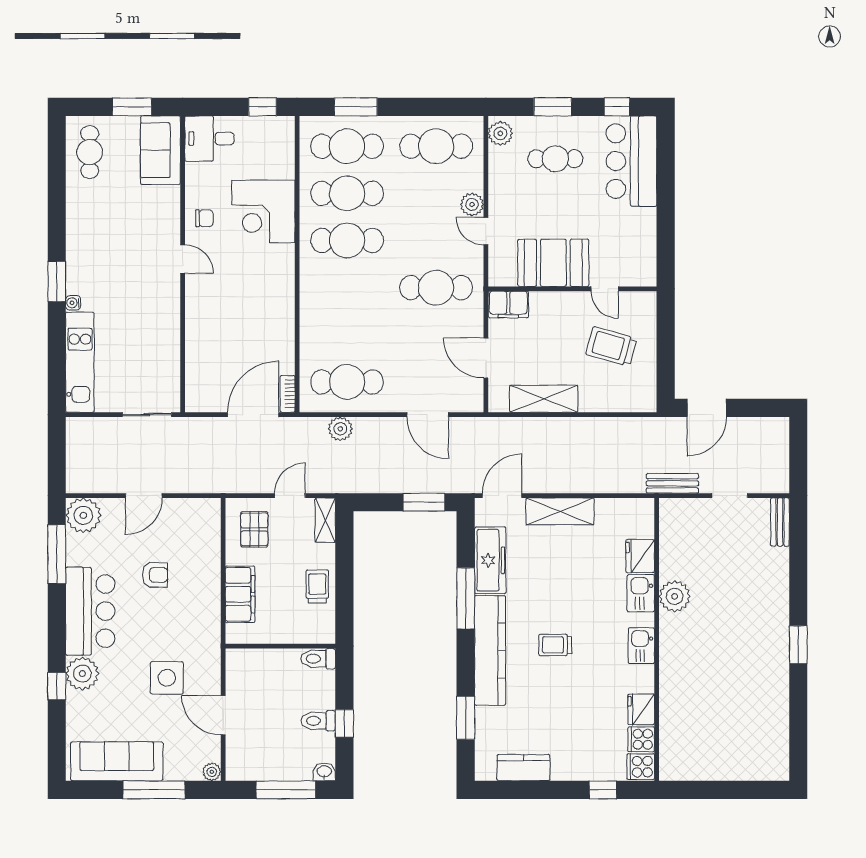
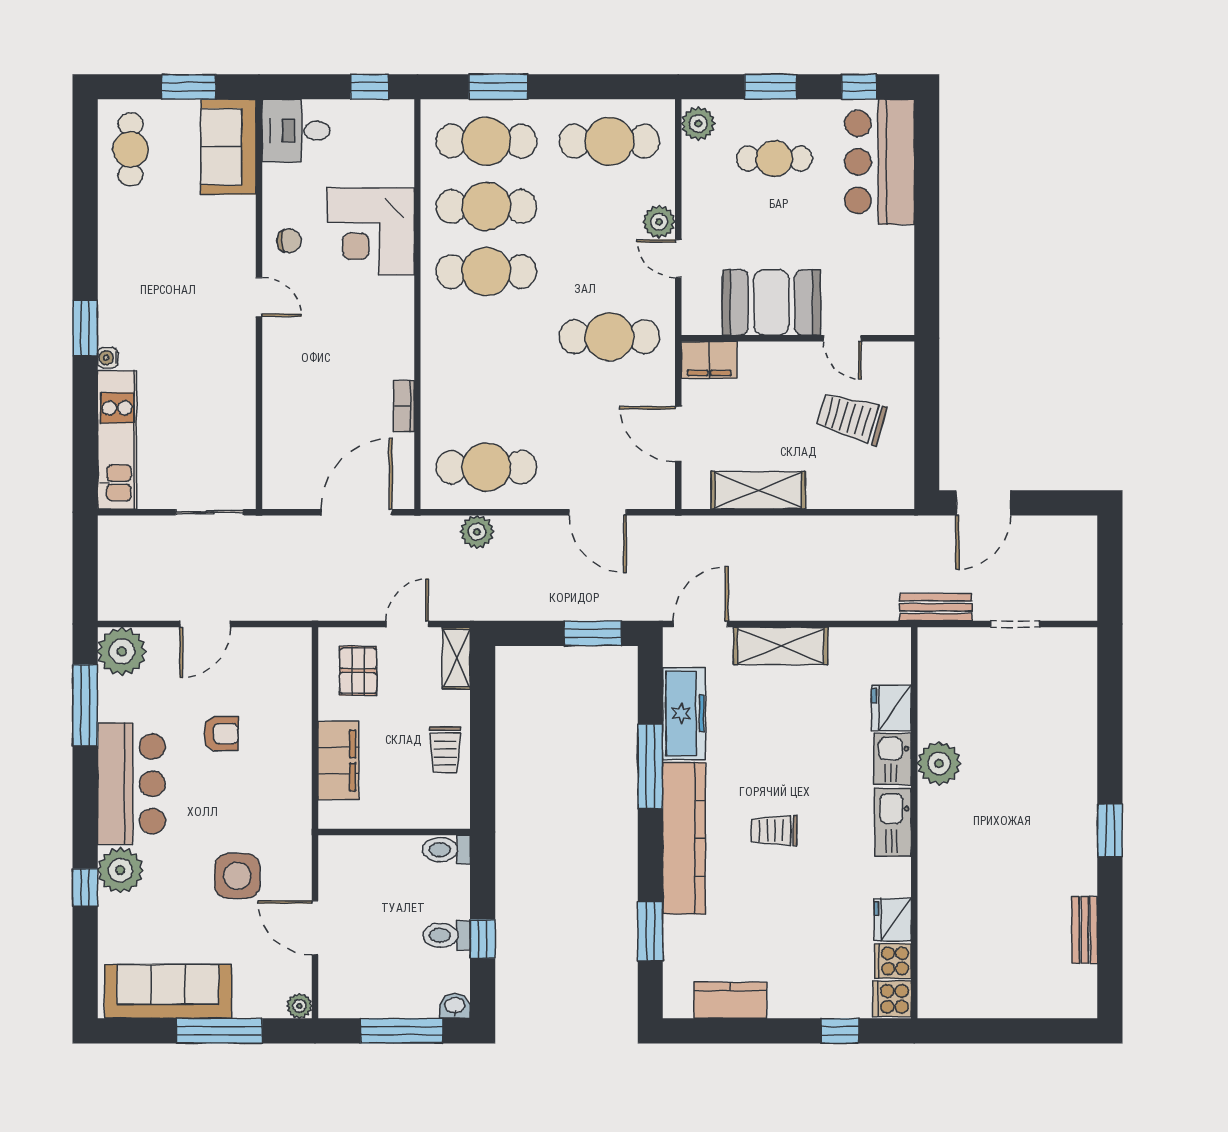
bookcase: (288, 394) -> (404, 406), moved
bench: (780, 522) -> (1085, 930), moved
trolley: (317, 586) -> (445, 750), turned 180
kitchen sink: (641, 646) -> (893, 822), width x1.38

